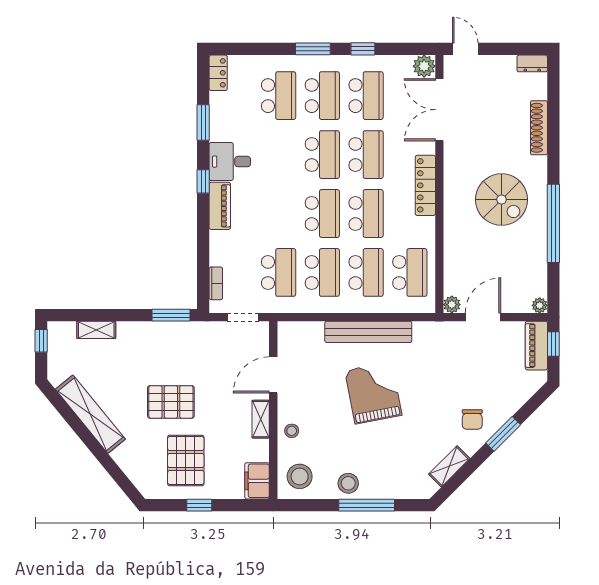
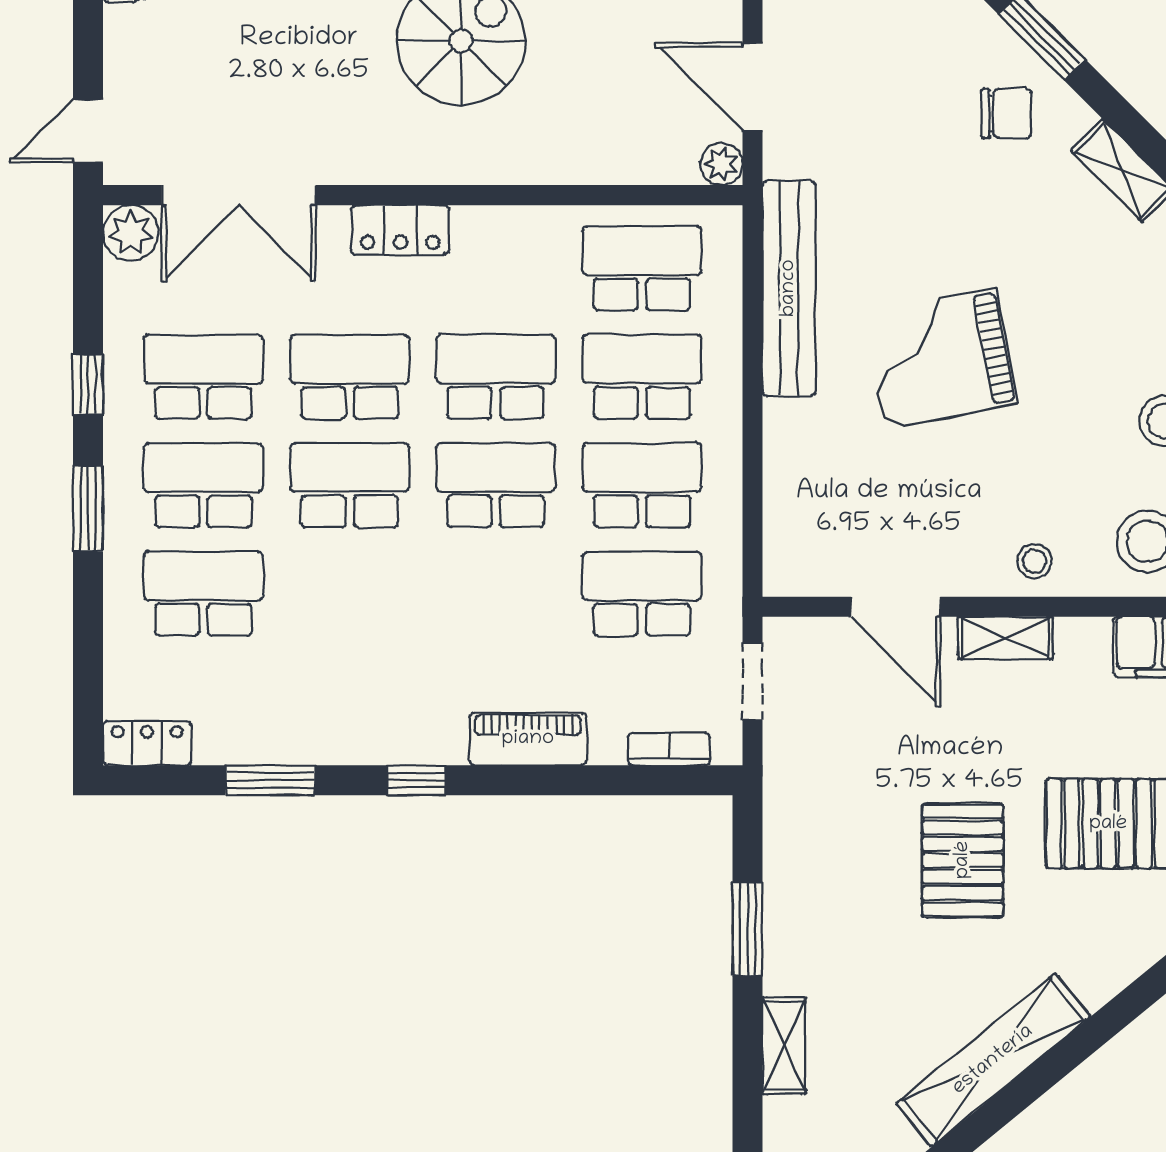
desk: (230, 162) -> (367, 714), removed
locker: (425, 185) -> (400, 230), width x0.66
piano: (220, 206) -> (528, 739), moved
window: (171, 315) -> (747, 929), moved
bench: (368, 332) -> (789, 288), moved

